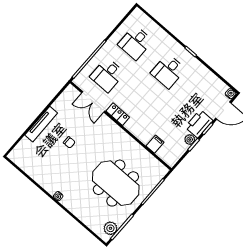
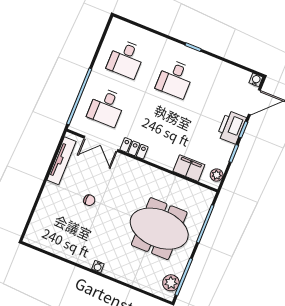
tv unit: (41, 124) -> (62, 161), moved
plant: (190, 140) -> (217, 175), moved
filing cabinet: (155, 144) -> (189, 168), width x2.00

